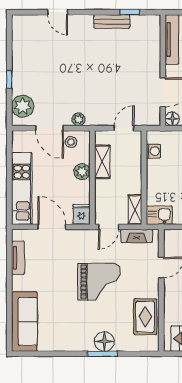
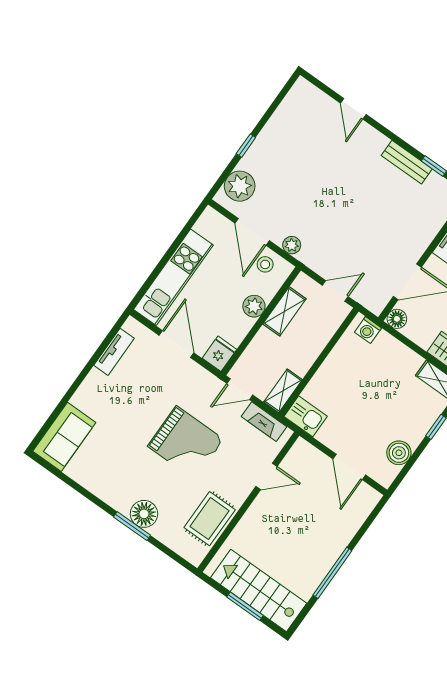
washing machine: (154, 151) -> (368, 330), moved, turned 90
sofa: (24, 321) -> (64, 437), width x0.73

